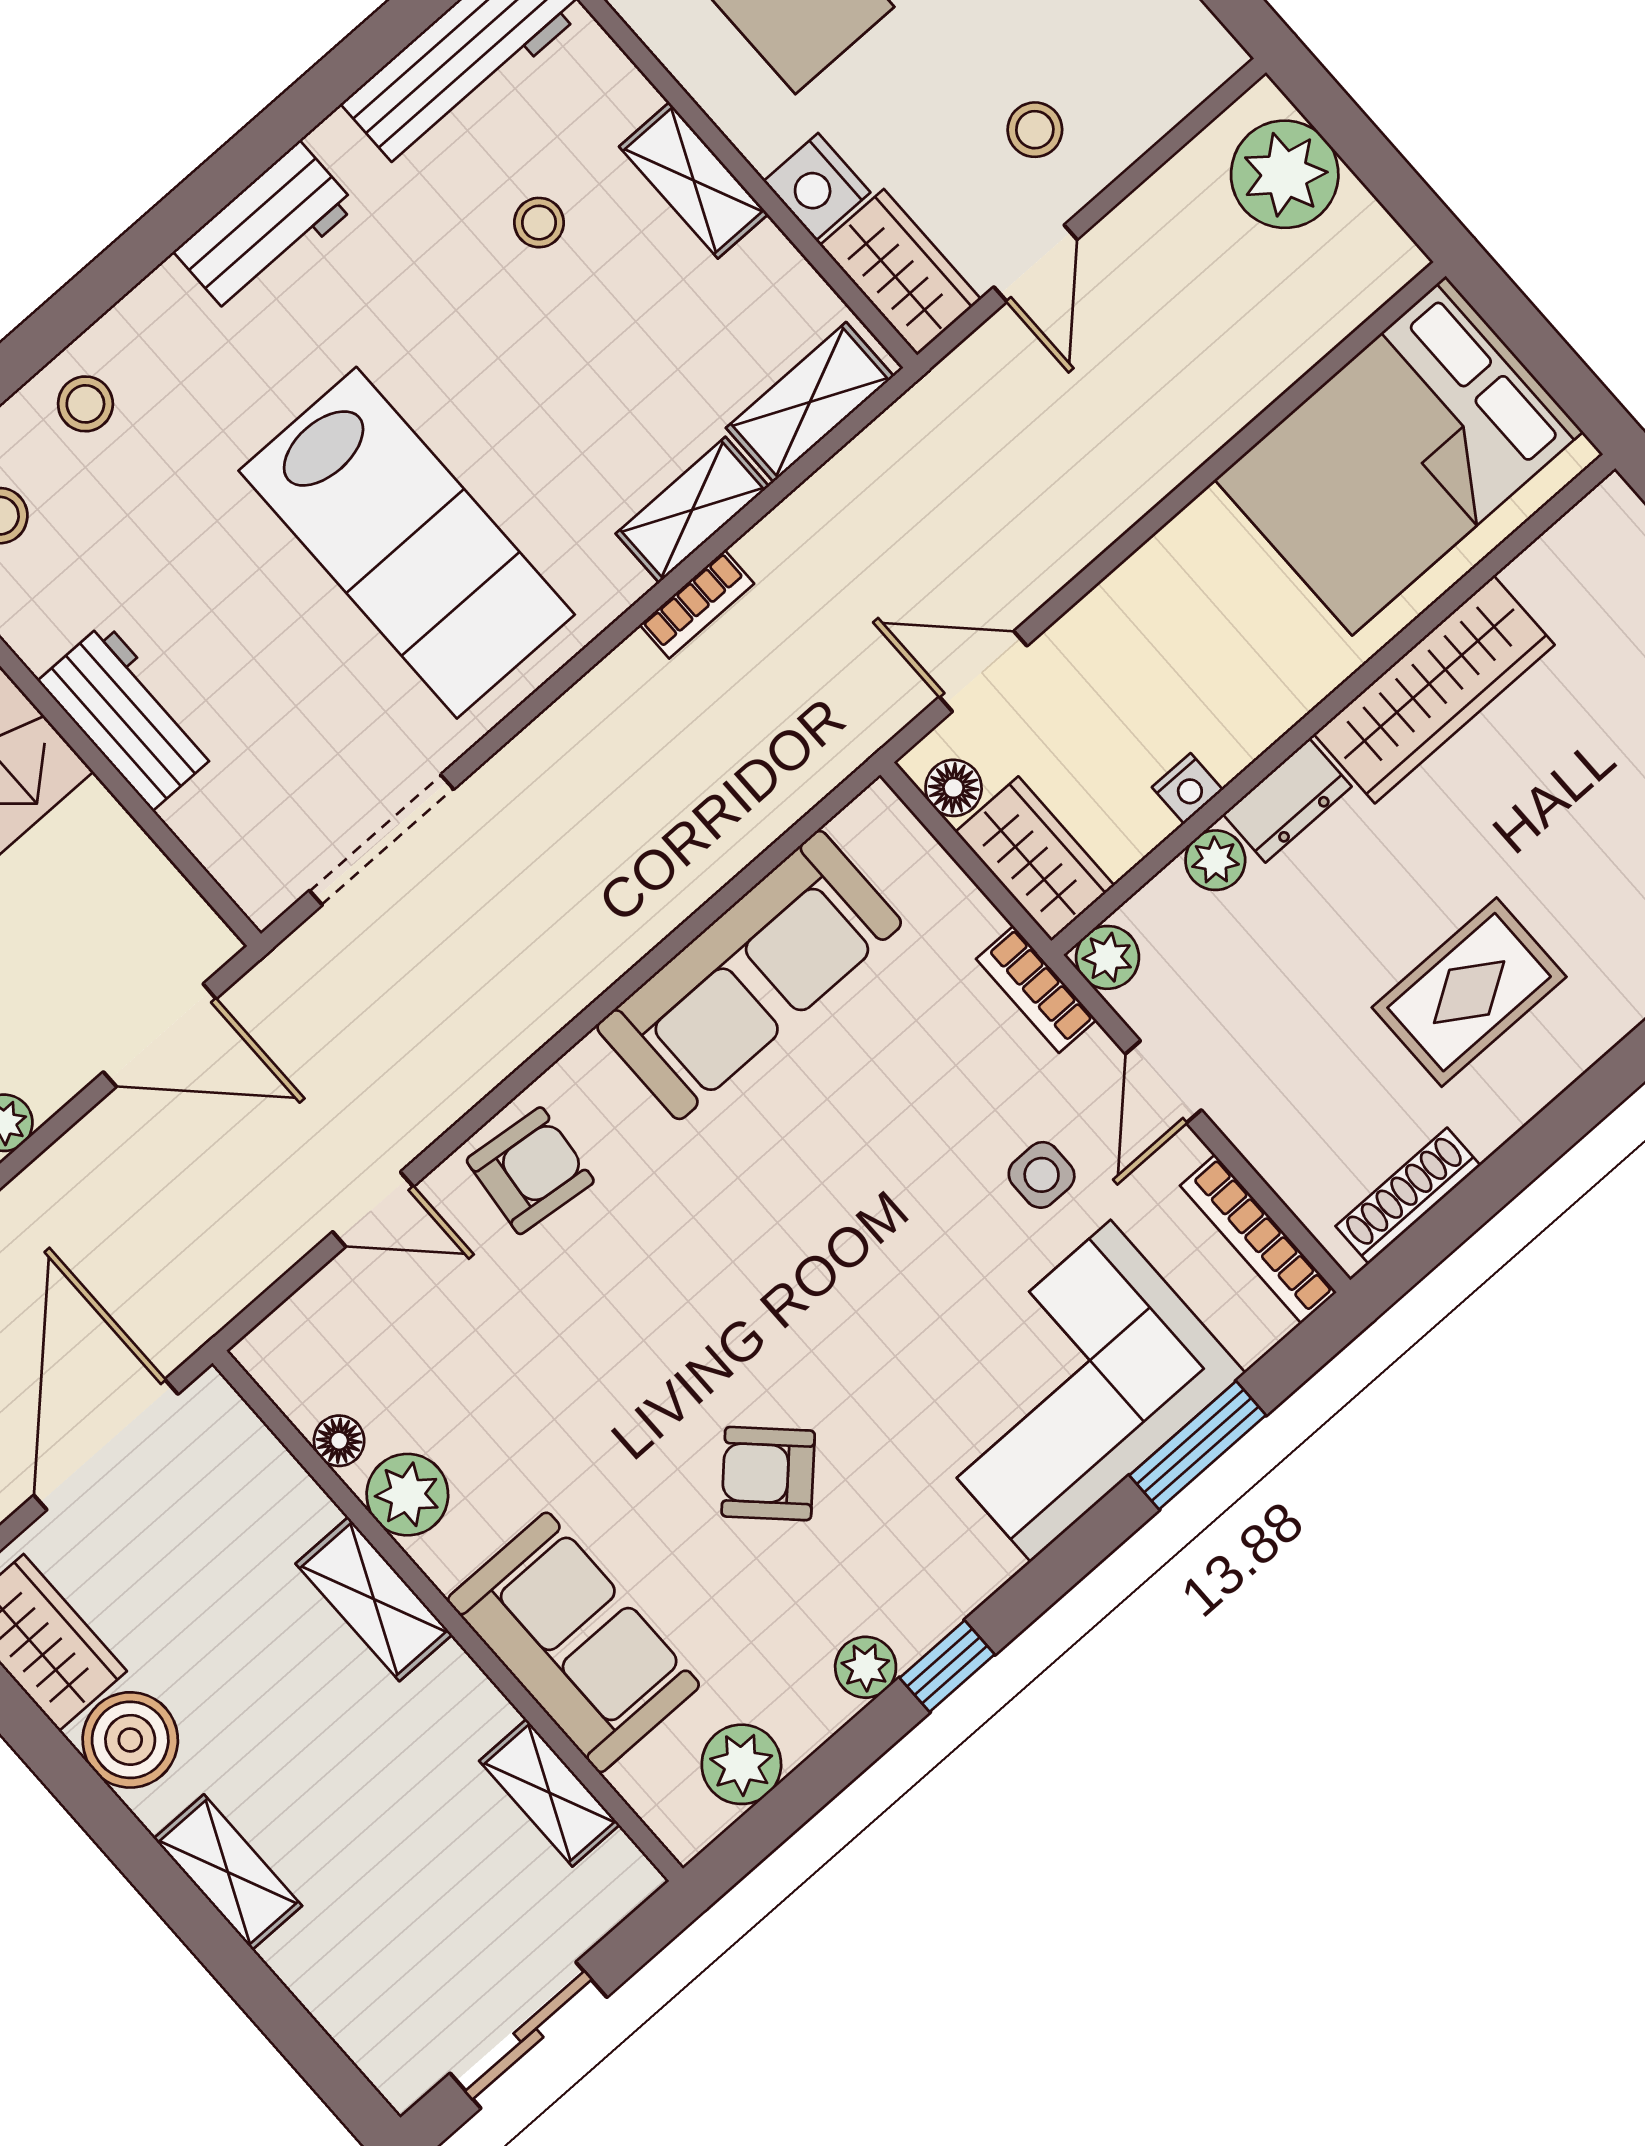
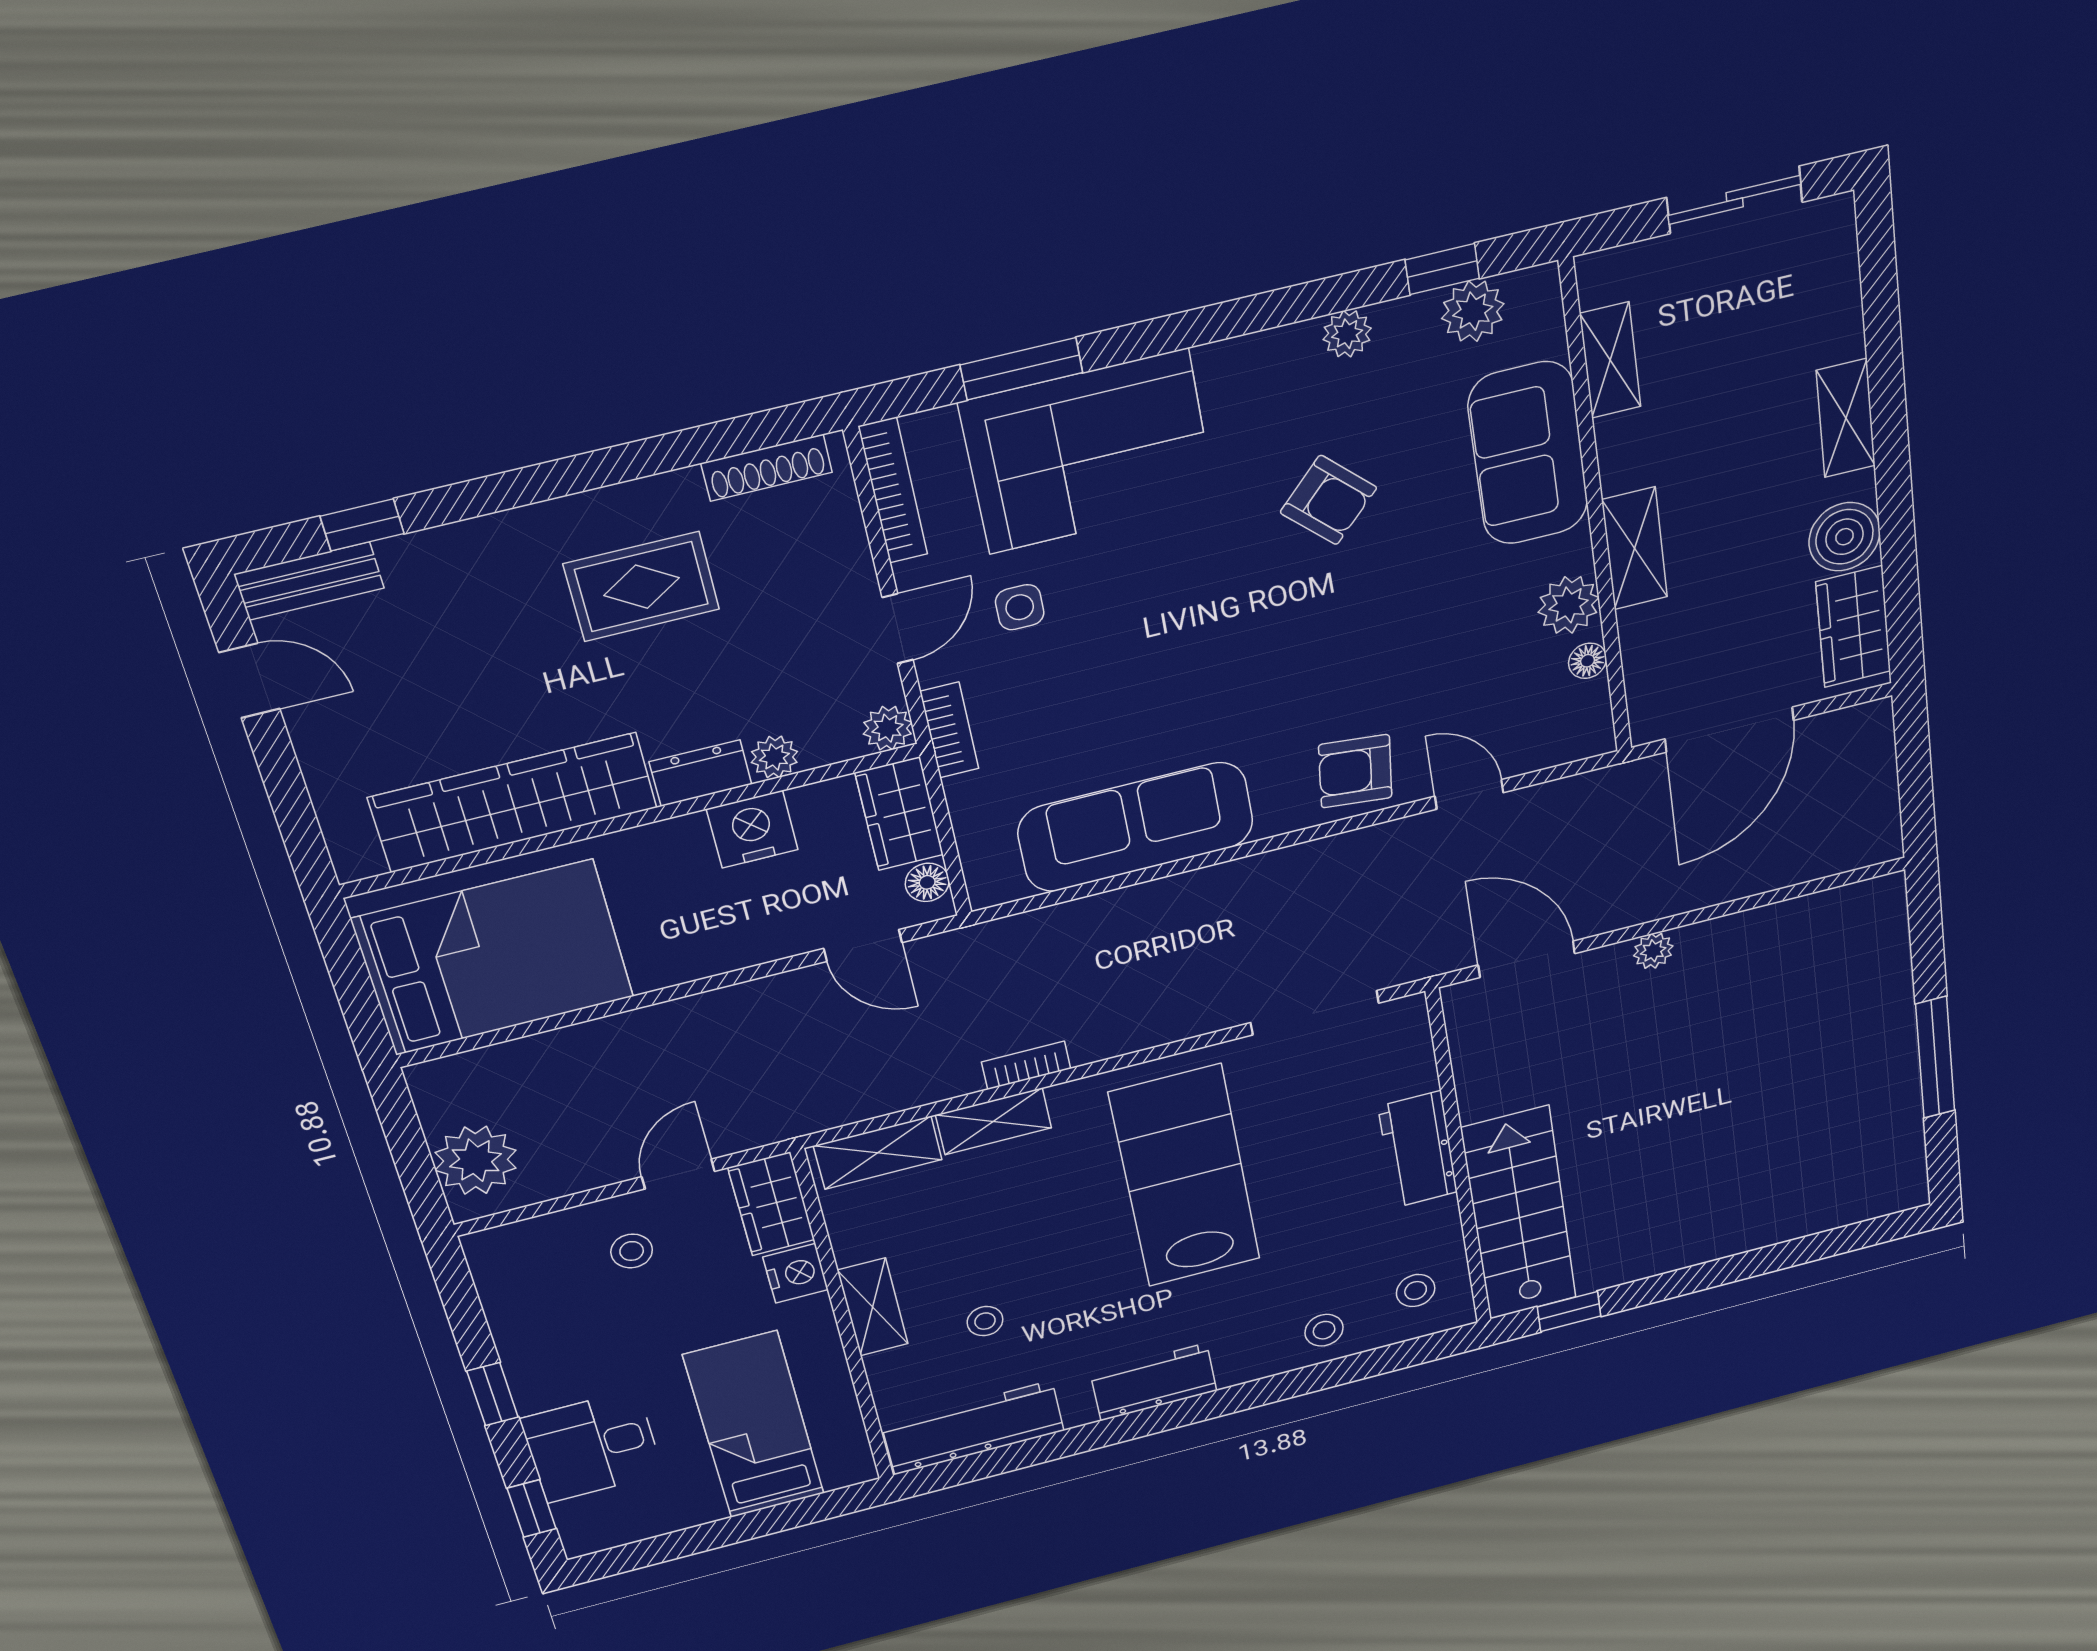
wardrobe: (1434, 689) -> (513, 803), width x1.40, depth x1.17
nightstand: (1187, 788) -> (752, 829), width x1.89, depth x1.79
window: (947, 1666) -> (1442, 269), moved

